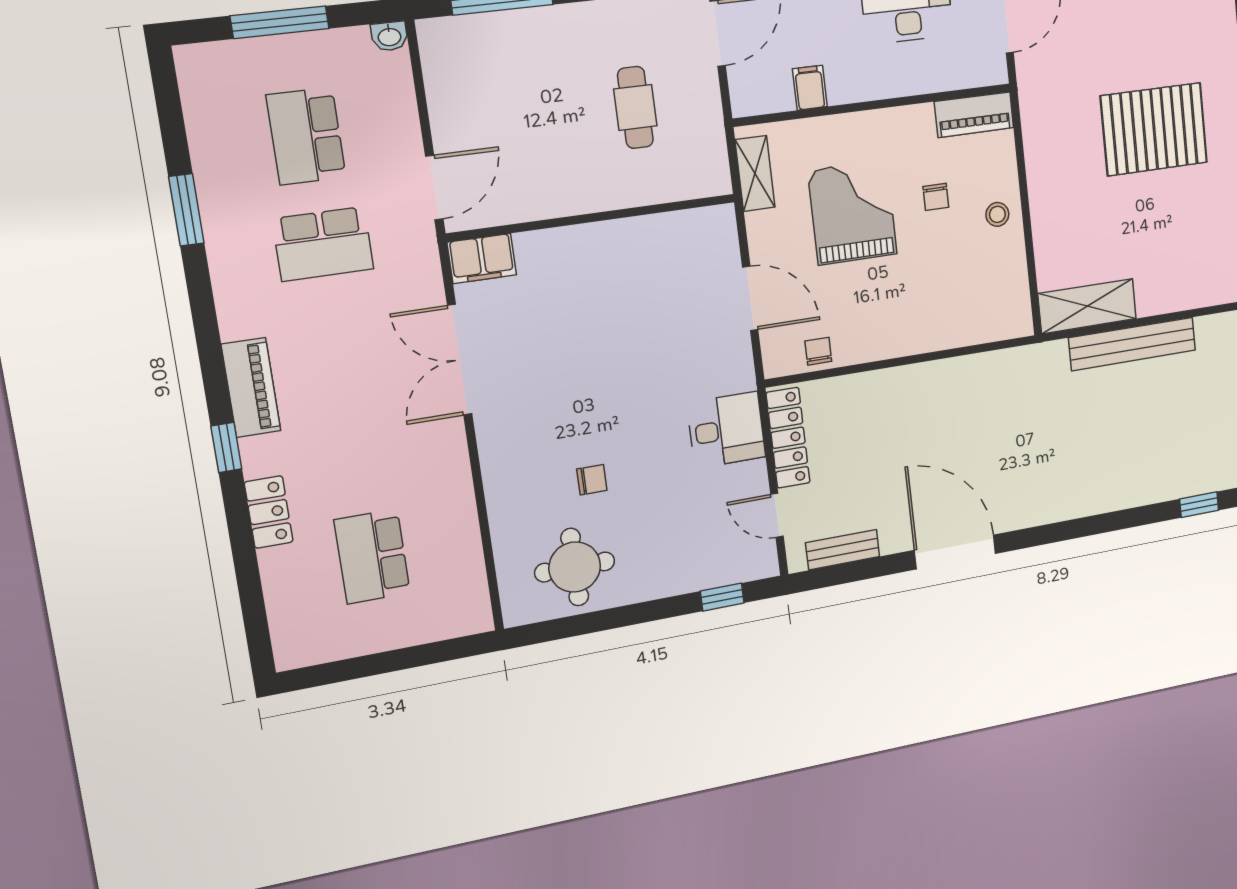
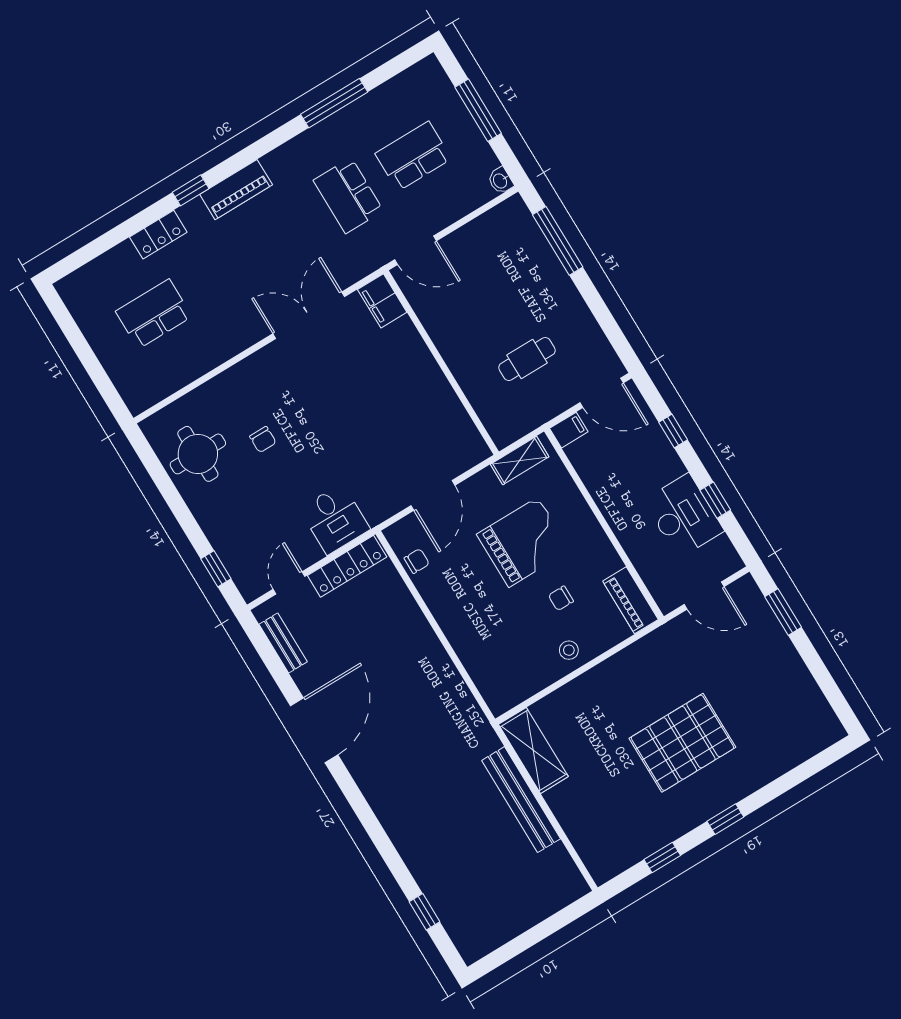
filing cabinet: (810, 88) -> (569, 430), moved
pallet: (1154, 129) -> (682, 743), turned 90
window: (186, 210) -> (334, 103), width x1.44

